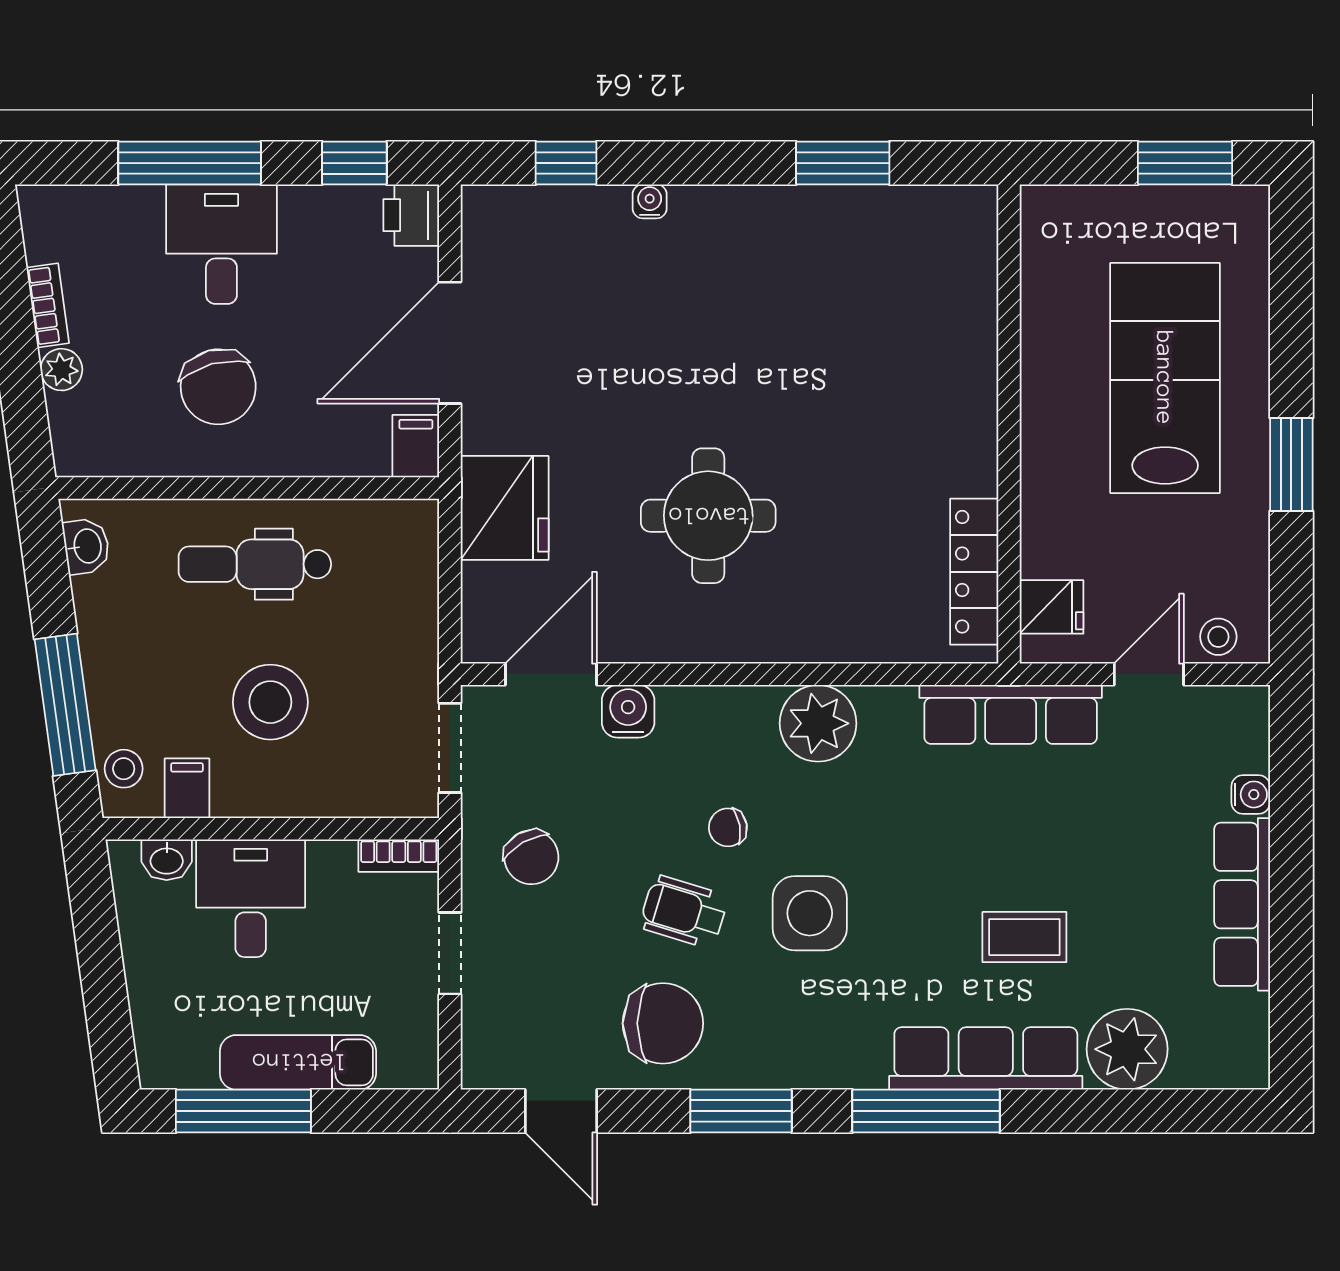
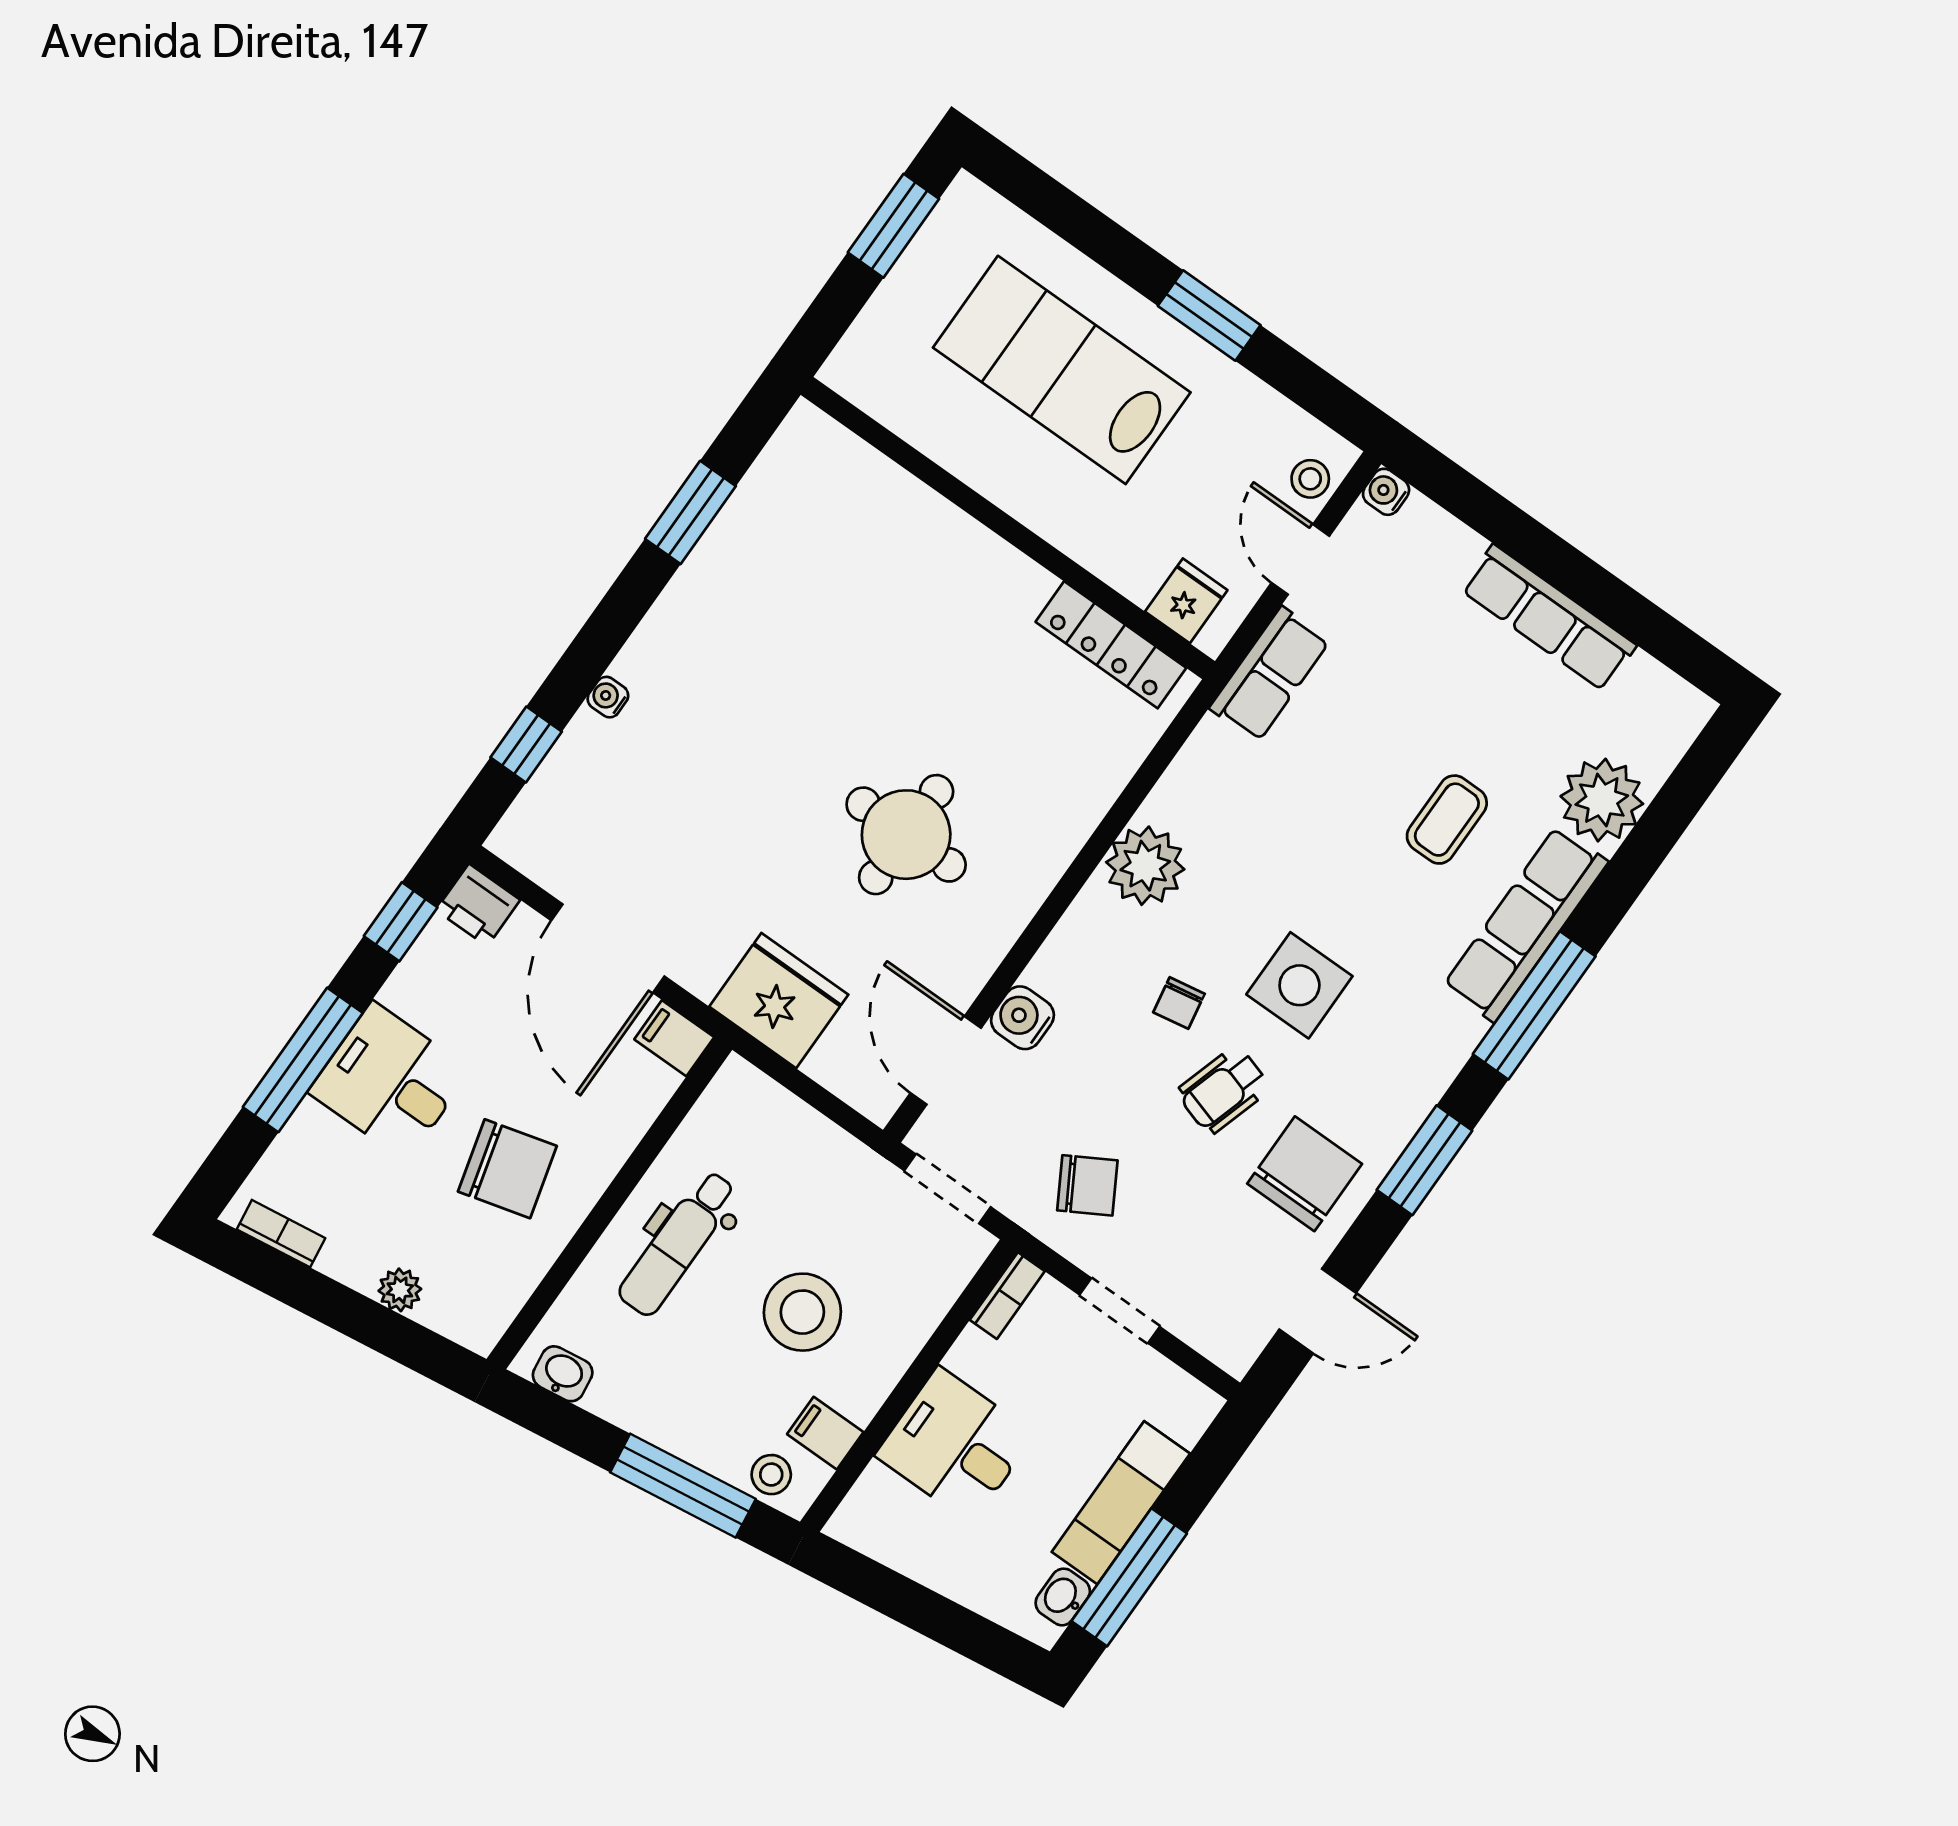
bookcase: (48, 305) -> (281, 1234), moved
row of seats: (1011, 714) -> (1270, 674), width x0.68
water cooler: (1251, 794) -> (1386, 492), moved, turned -90
washbasin: (167, 860) -> (1063, 1597), moved, turned 180

